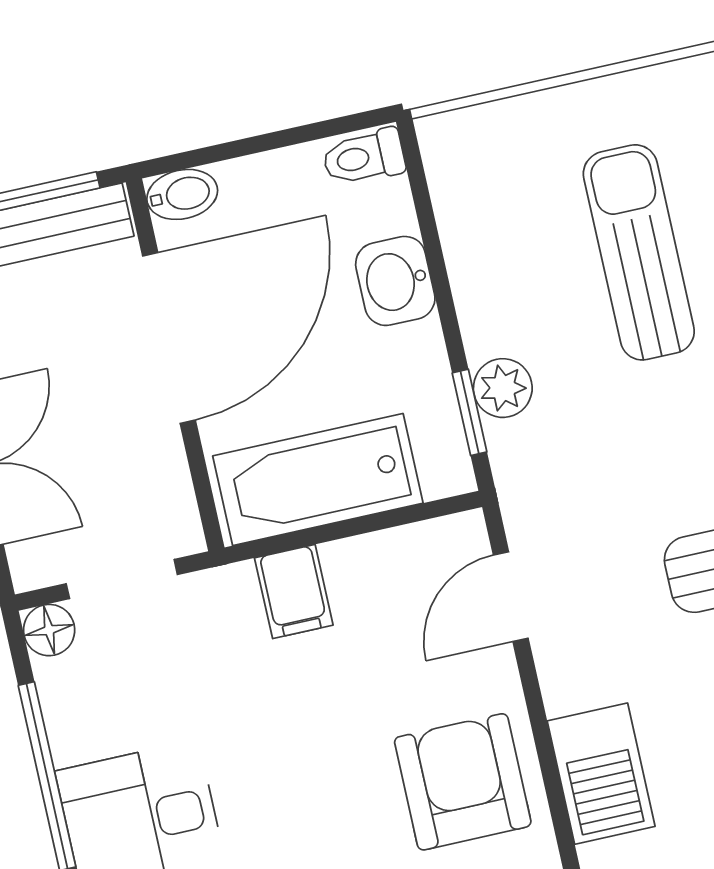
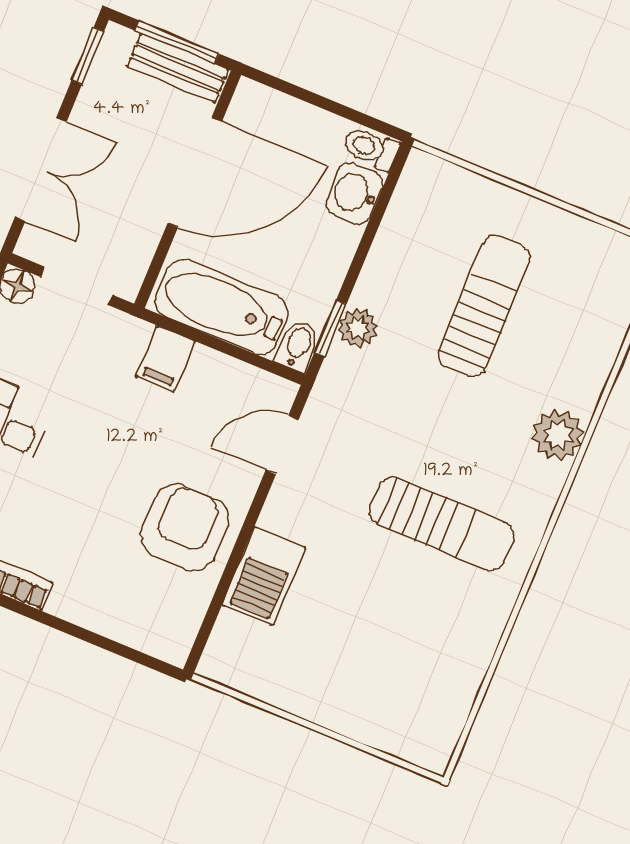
bidet: (182, 194) -> (298, 346), moved, turned -90
washbasin: (395, 281) -> (355, 193), moved

